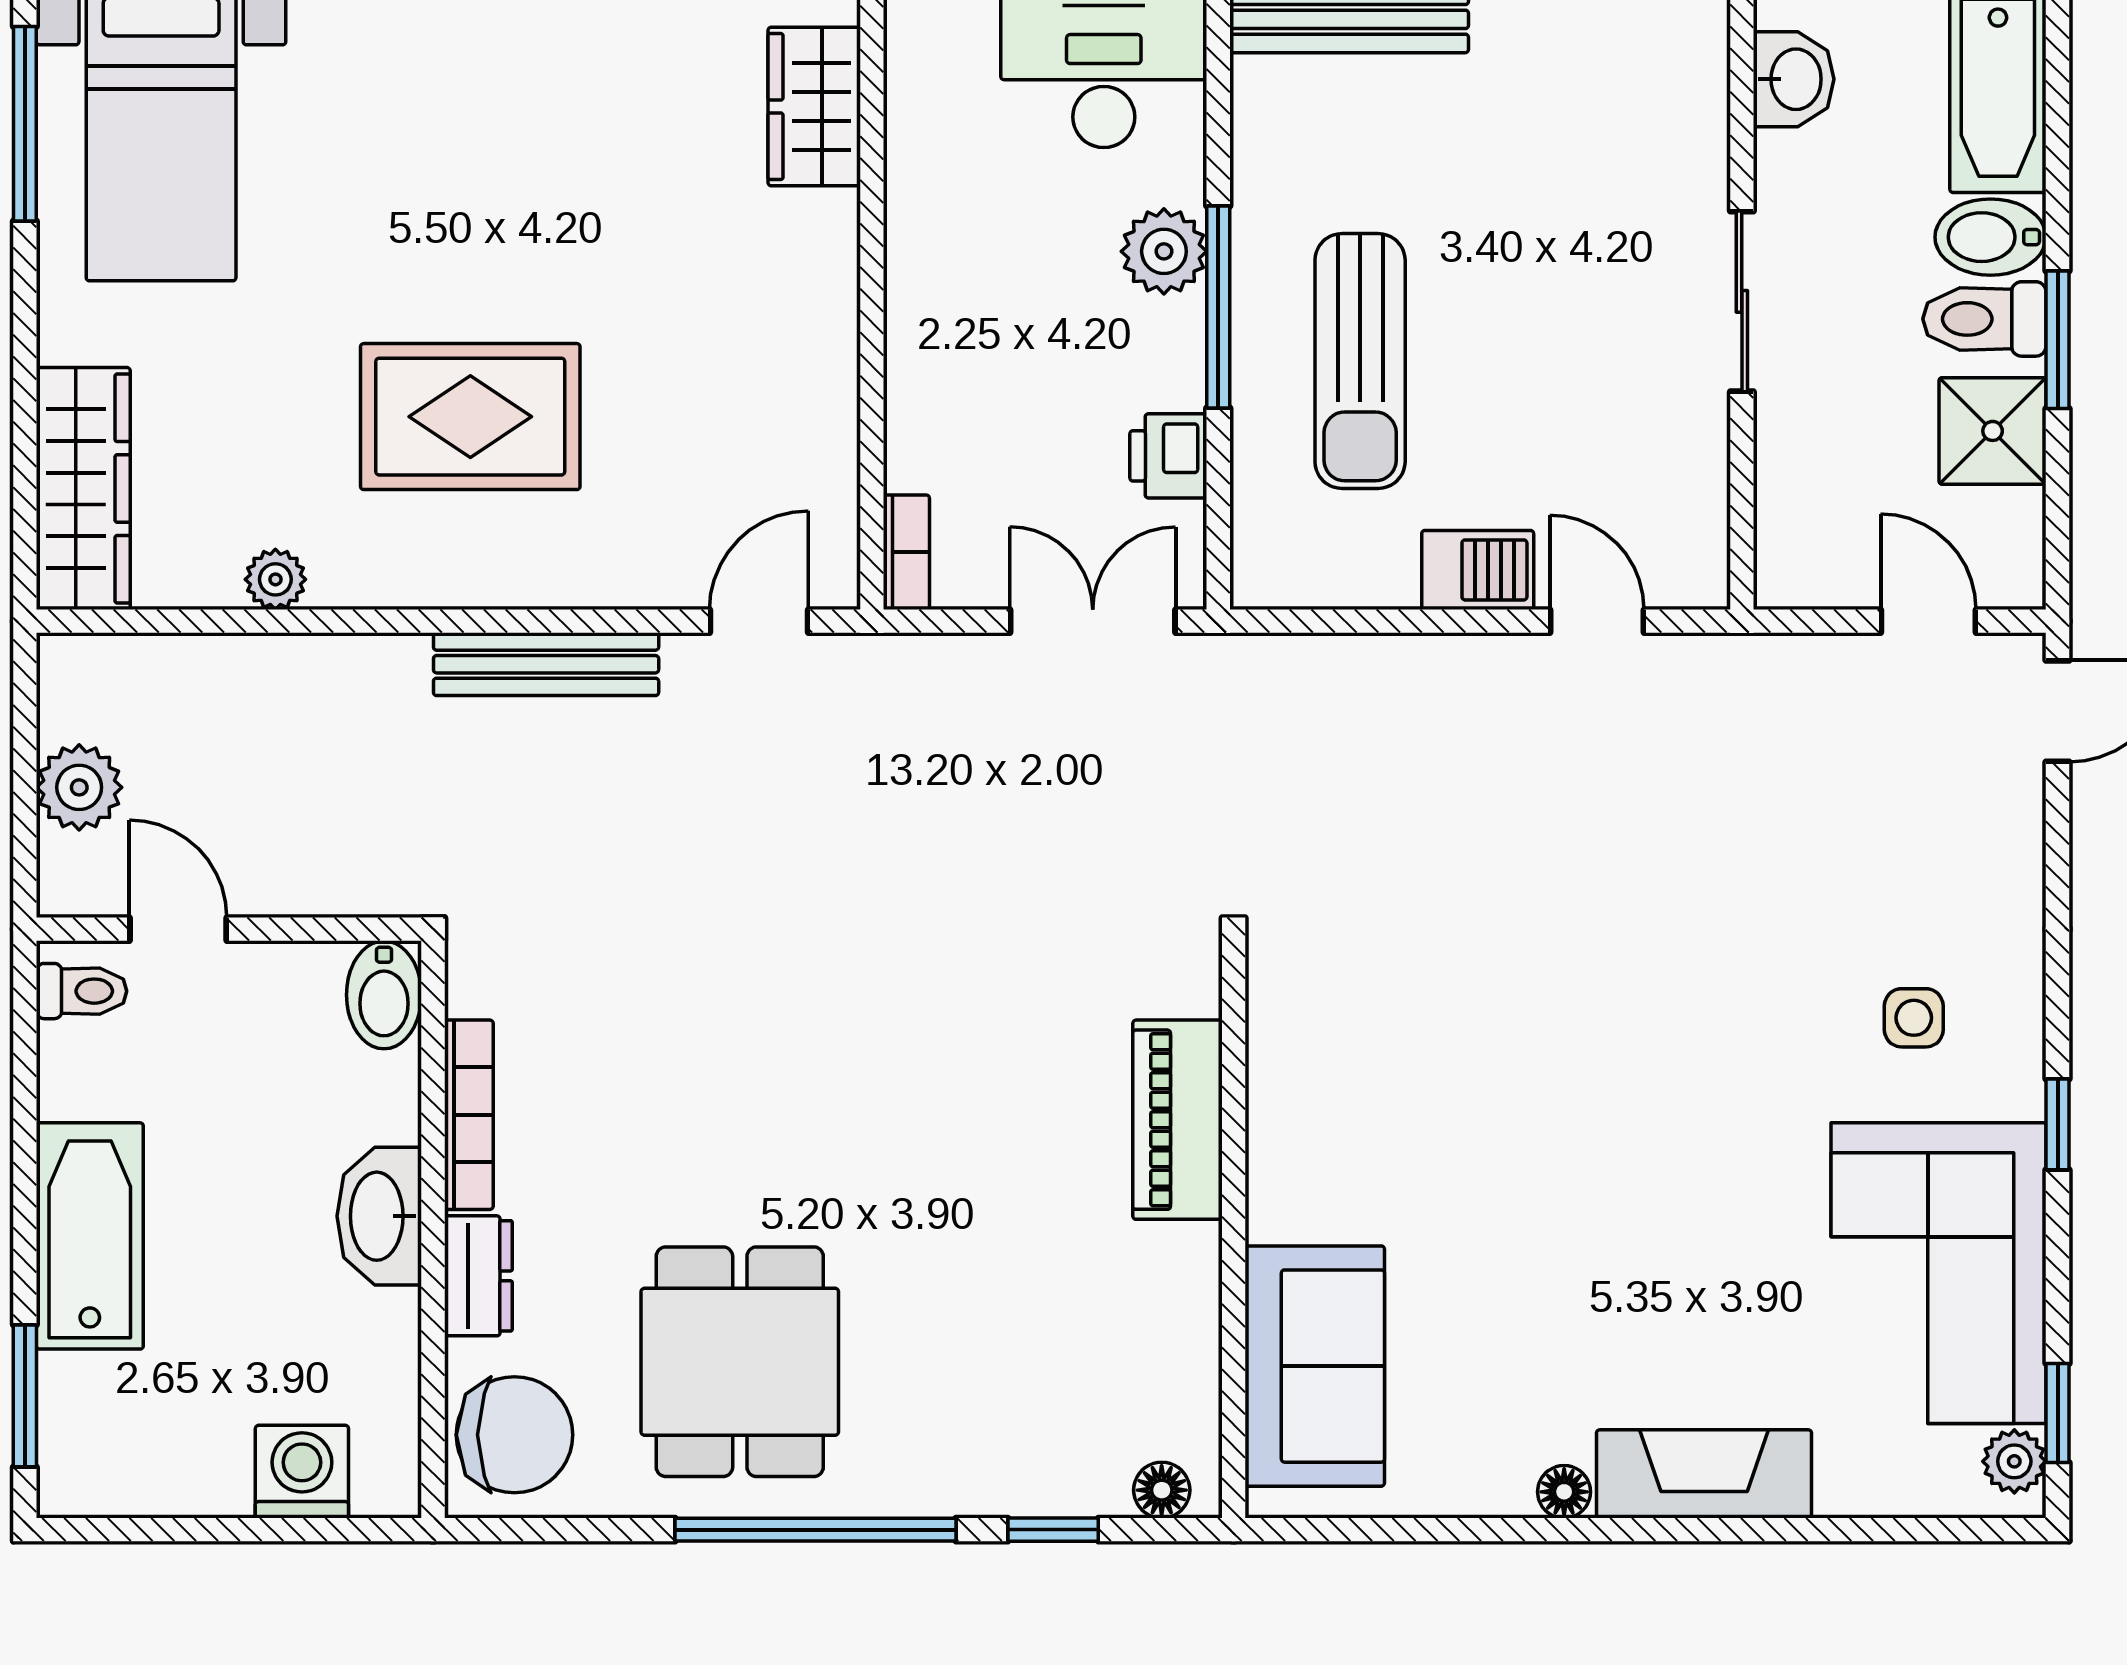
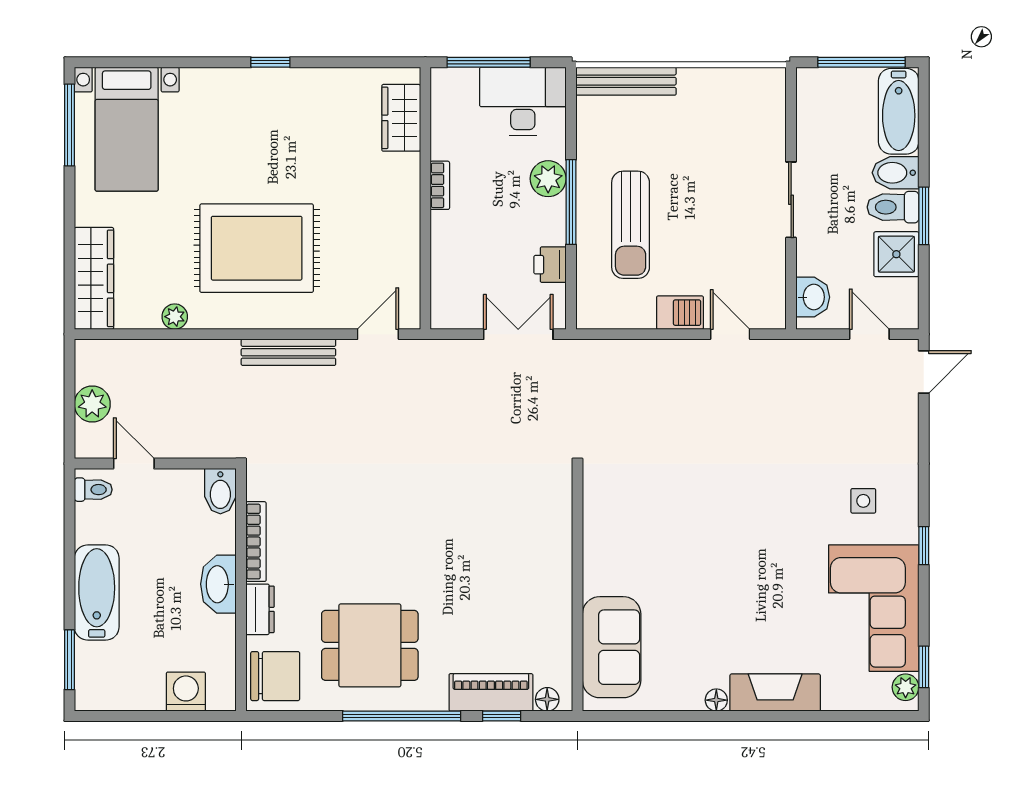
washbasin: (1794, 79) -> (813, 297), moved
rug: (470, 417) -> (257, 248), width x1.37, depth x1.44
bookcase: (906, 552) -> (440, 185), moved
piano: (1178, 1120) -> (491, 692), moved, turned 90
dining table: (740, 1362) -> (370, 645), turned 90

